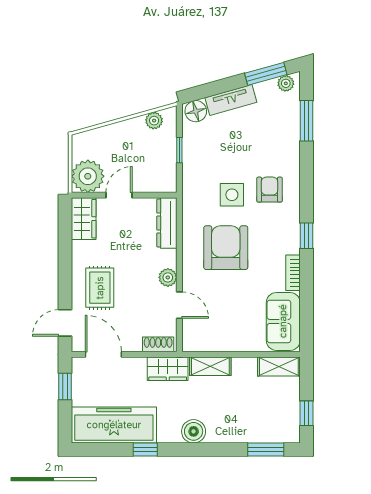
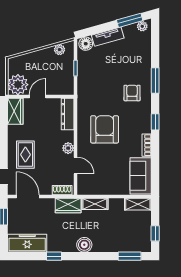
window: (306, 121) -> (155, 81), moved
side table: (232, 195) -> (108, 96), removed
freezer: (114, 425) -> (27, 243), width x0.73, depth x0.79

